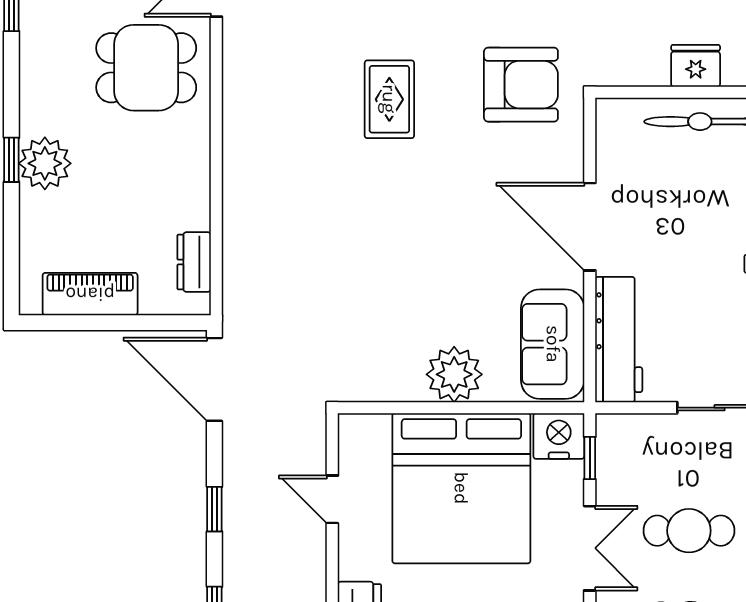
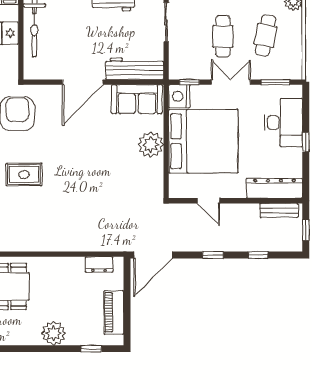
window: (11, 160) -> (91, 349), moved
door: (332, 499) -> (208, 201), hinge flipped

